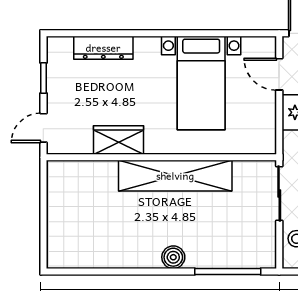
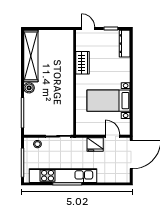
dresser: (103, 48) -> (125, 44), moved
door: (279, 74) -> (113, 136), hinge flipped
shelving: (175, 176) -> (31, 56), moved

